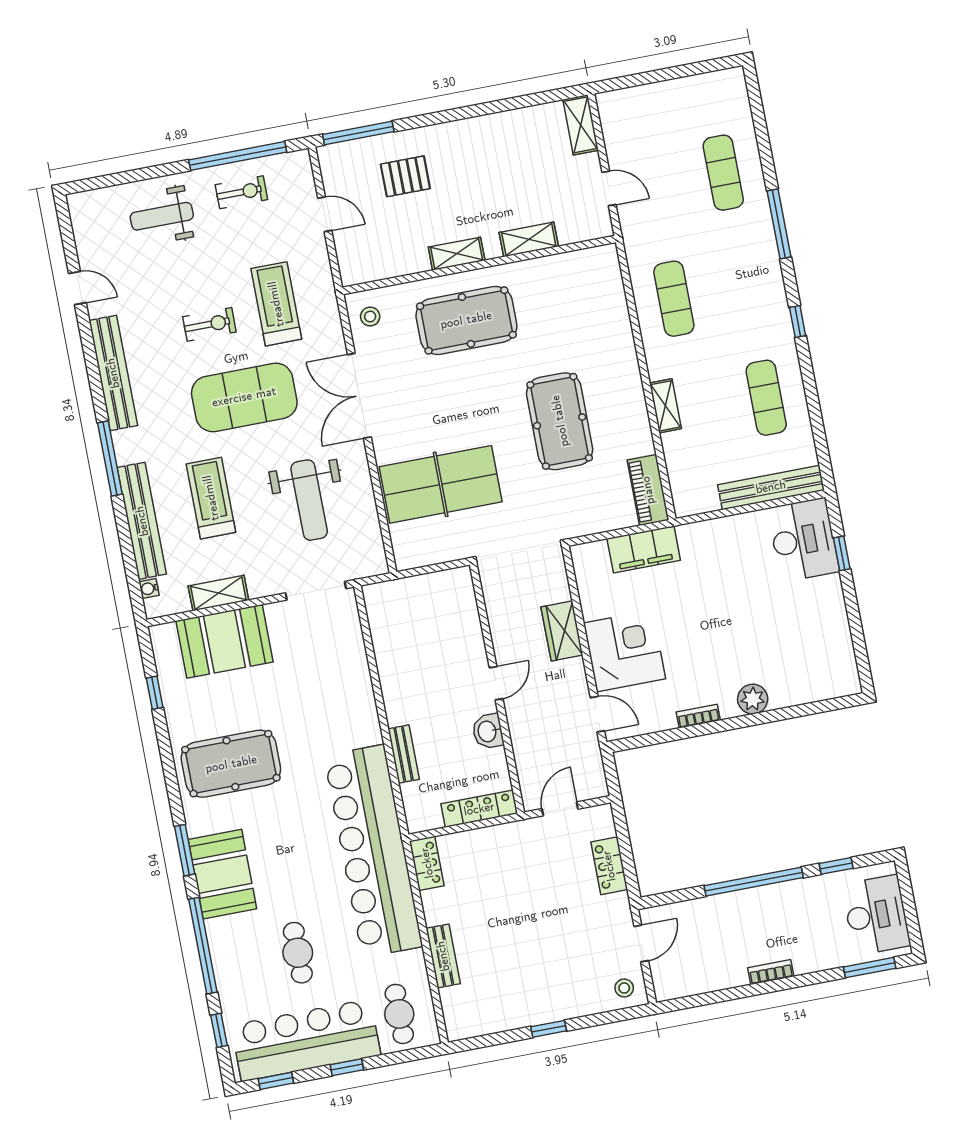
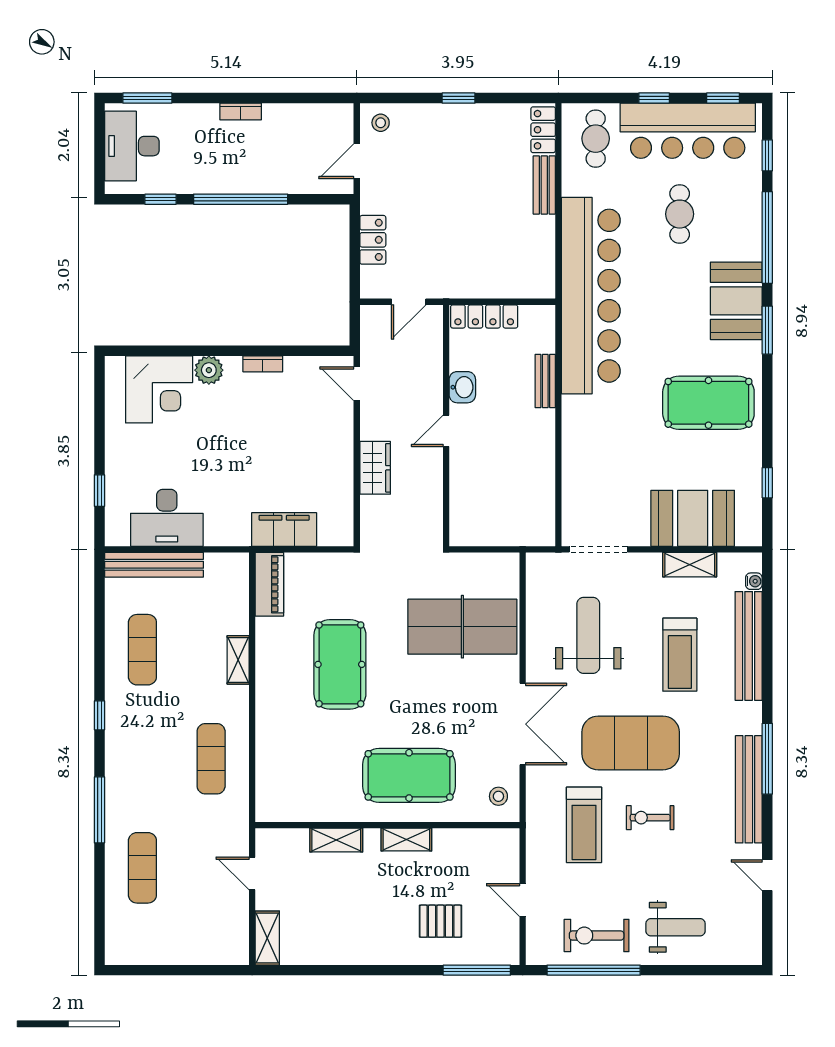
exercise bike: (241, 192) -> (597, 936), width x1.38, depth x1.39
window: (110, 458) -> (767, 759), moved
desk: (803, 540) -> (167, 518), moved, turned -90
corner desk: (624, 651) -> (159, 389), moved, turned -90
locker: (427, 863) -> (543, 130), moved

